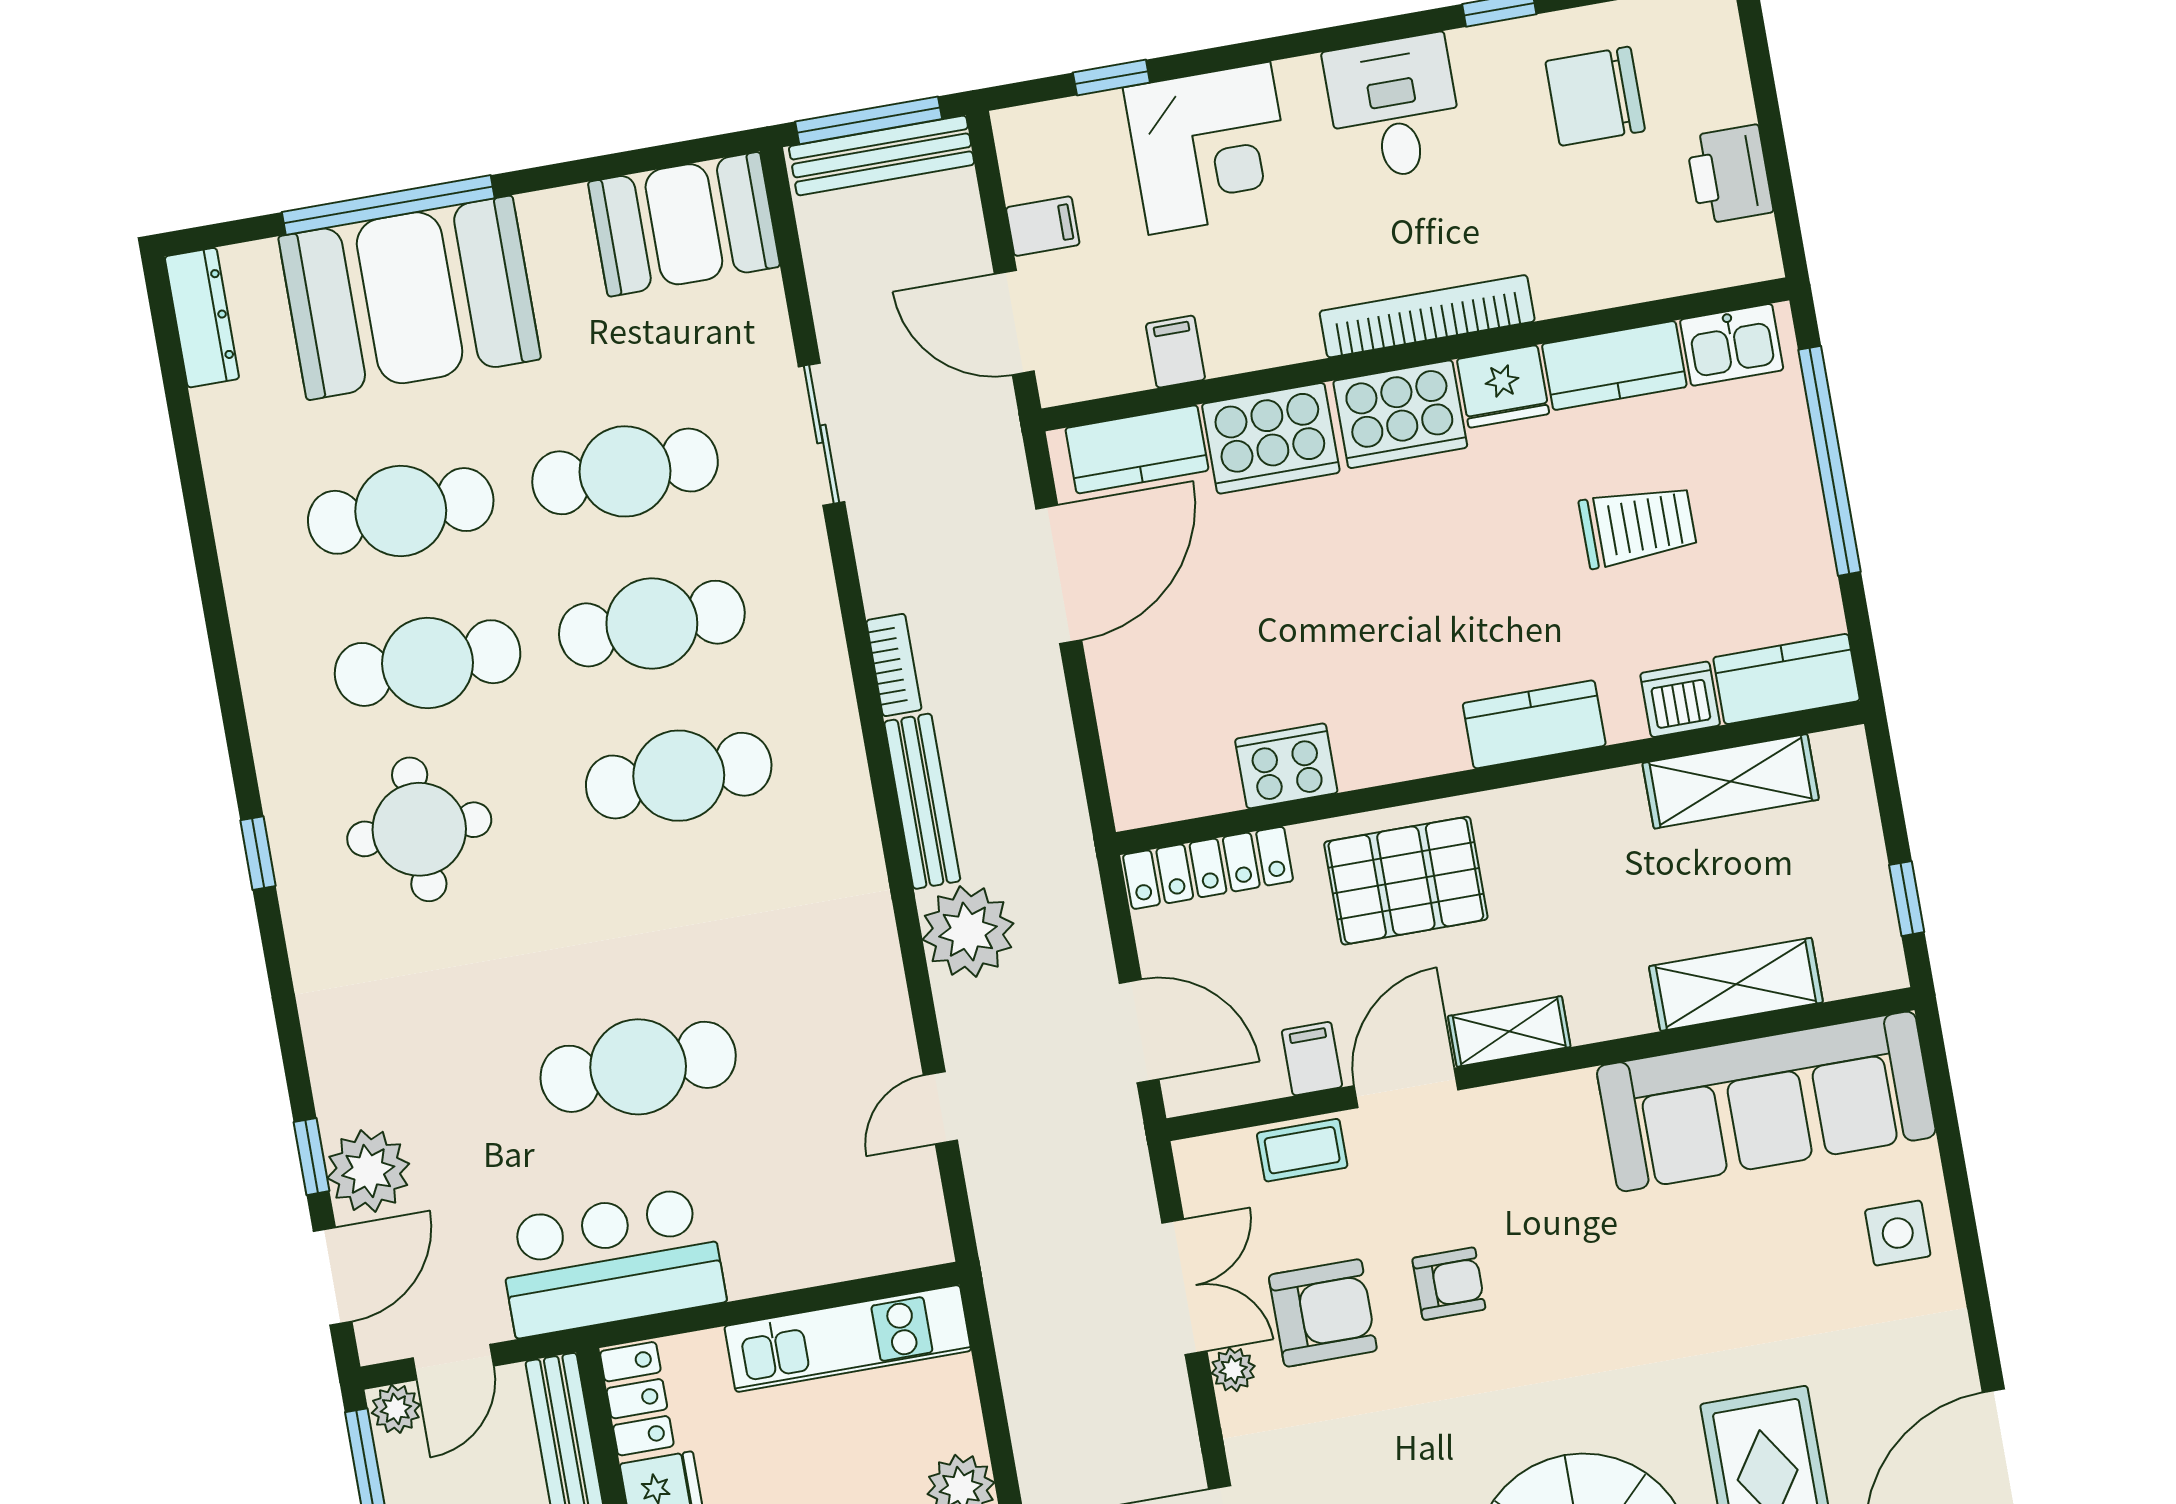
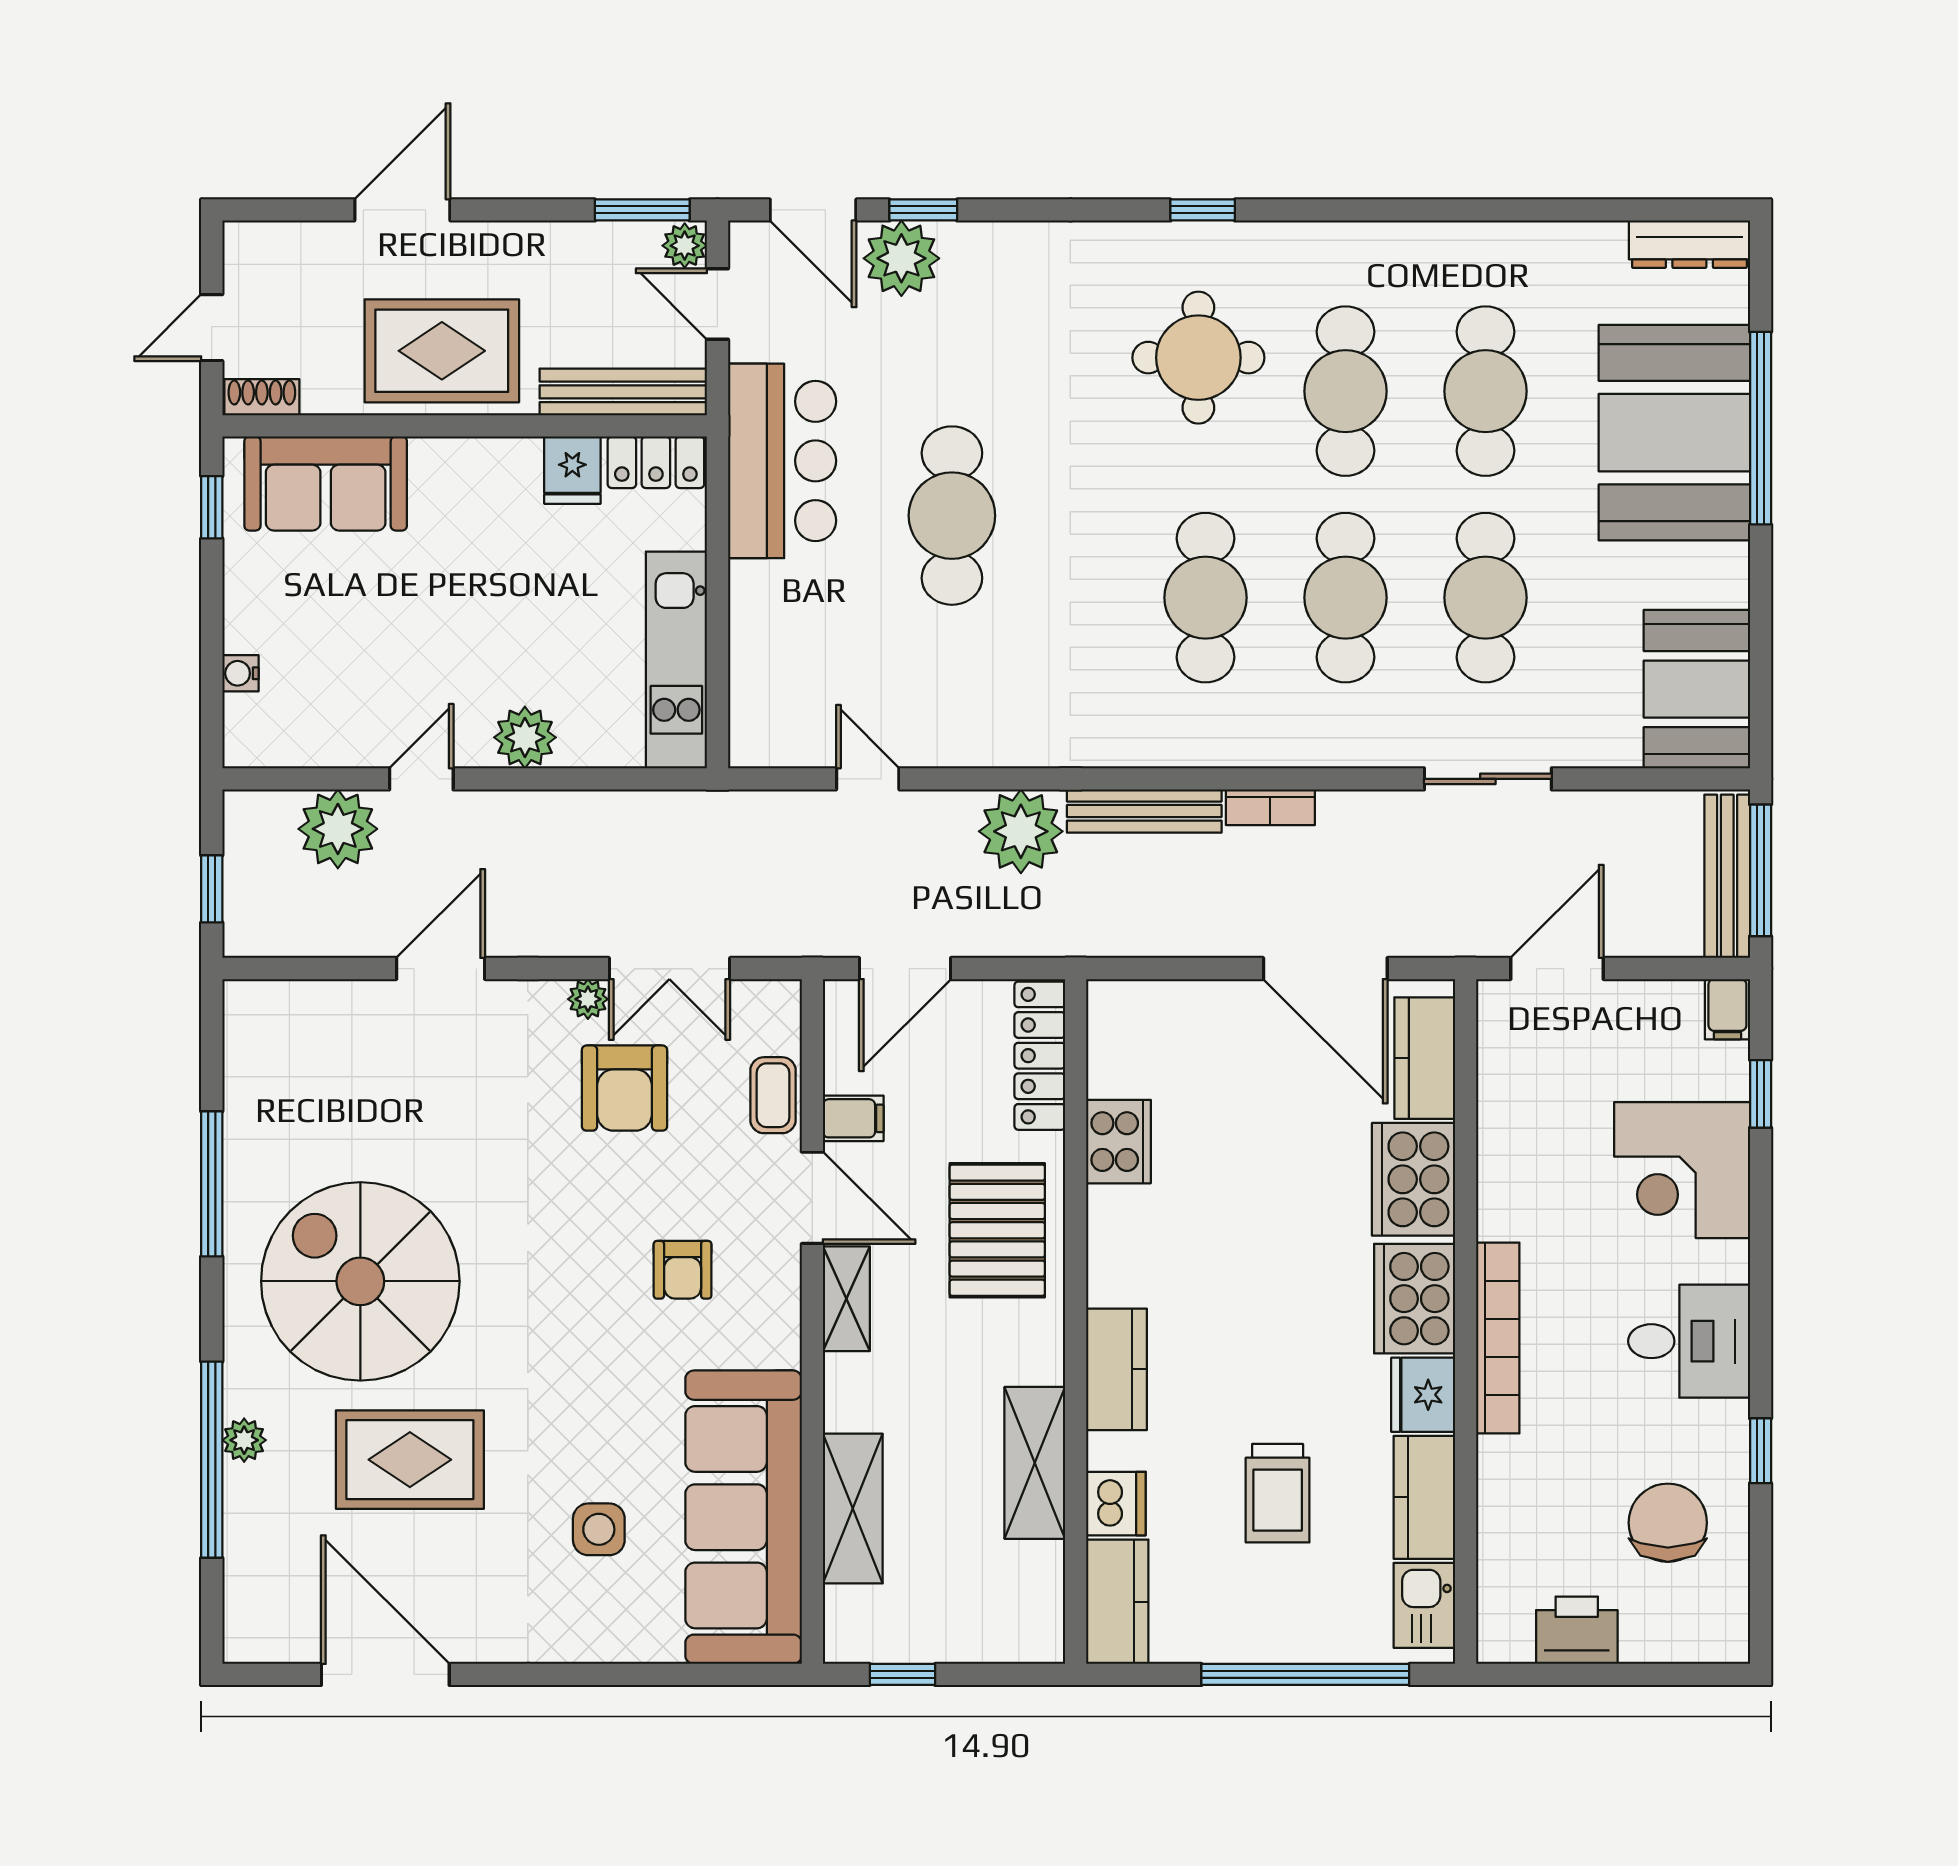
filing cabinet: (1043, 226) -> (1727, 1009), moved
filing cabinet: (1175, 352) -> (1506, 1108), removed
shelving: (1731, 781) -> (1035, 1463), moved
side table: (1898, 1233) -> (599, 1529), moved
armchair: (1449, 1284) -> (683, 1270), moved

